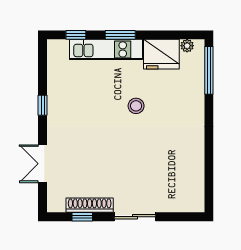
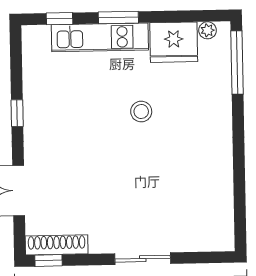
shoe rack: (90, 205) -> (57, 245), moved
window: (82, 217) -> (48, 260), moved

